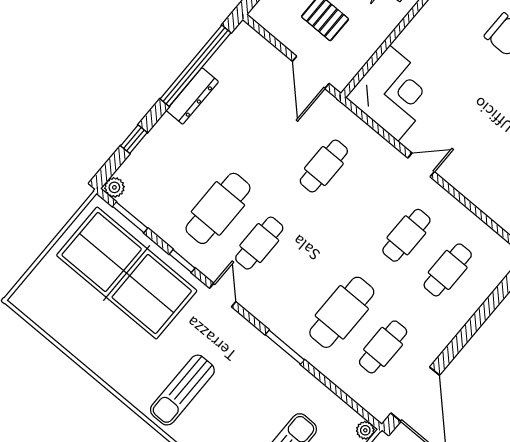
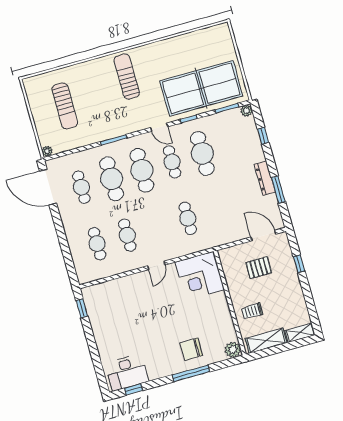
window: (196, 66) -> (278, 190), width x0.47
door: (311, 72) -> (263, 236), moved
cafe table: (301, 278) -> (142, 170), added

